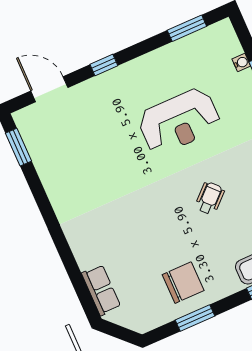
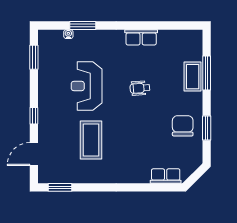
reception desk: (179, 121) -> (87, 86), turned 180
coffee table: (105, 161) -> (91, 140), added
wheelchair: (210, 198) -> (140, 88), turned -51

